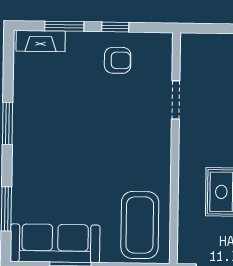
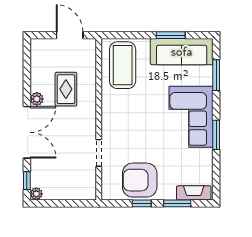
armchair: (118, 60) -> (140, 180), width x1.88, depth x1.88
corner sofa: (43, 150) -> (191, 117), added

